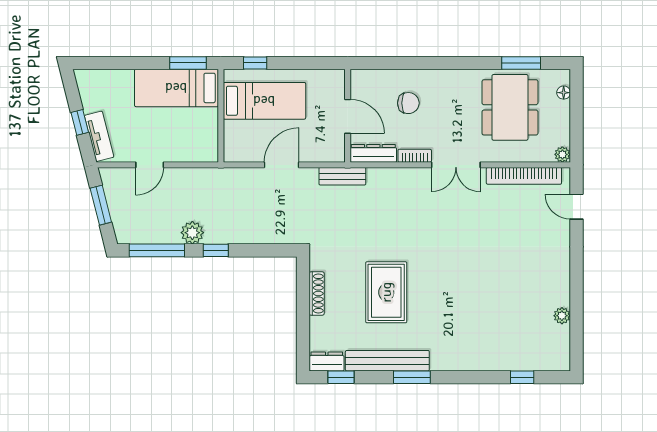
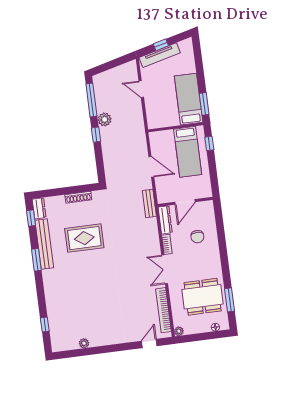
tv unit: (99, 136) -> (160, 55), width x1.41
window: (101, 205) -> (114, 64), removed

